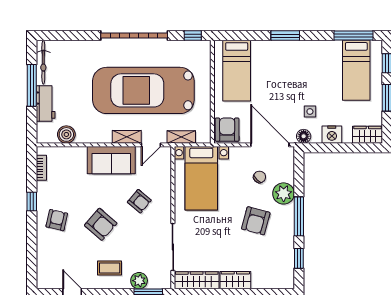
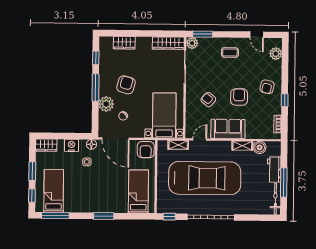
shelving: (127, 137) -> (242, 146), moved
armchair: (101, 224) -> (239, 97), moved, turned 49
plant: (45, 267) -> (276, 54), added
wardrobe: (235, 280) -> (124, 43), moved
plant: (139, 281) -> (192, 43), moved

